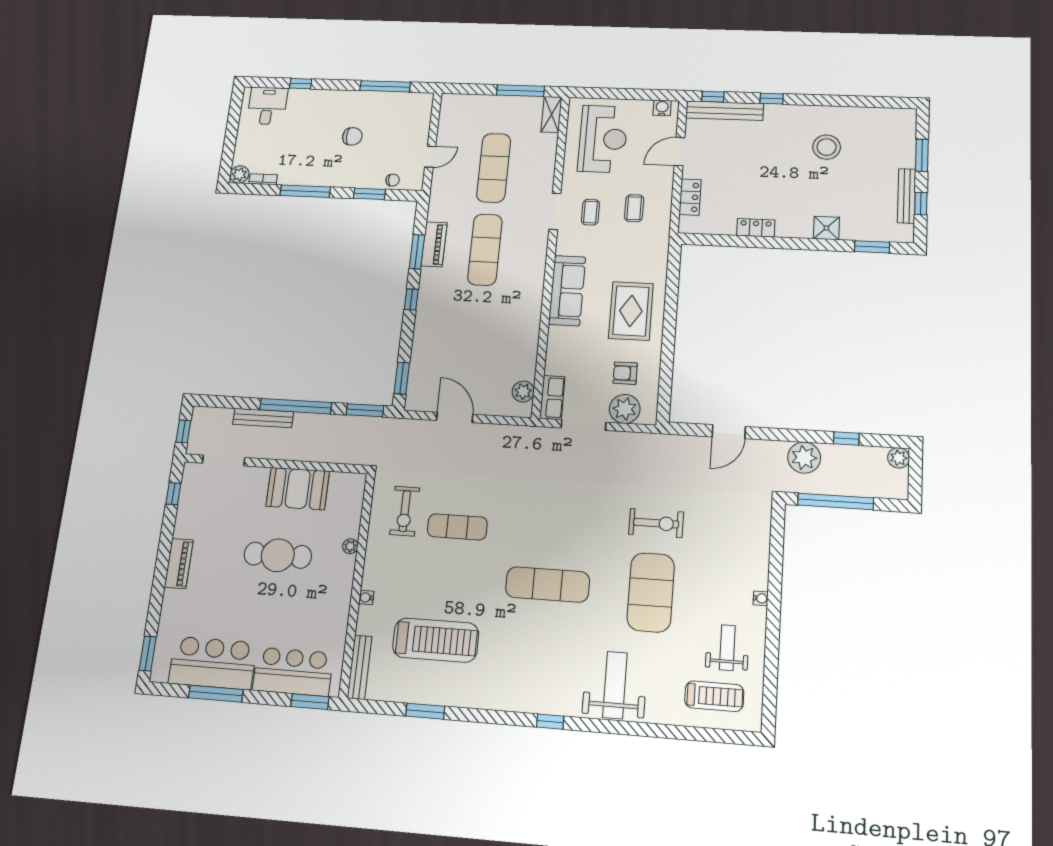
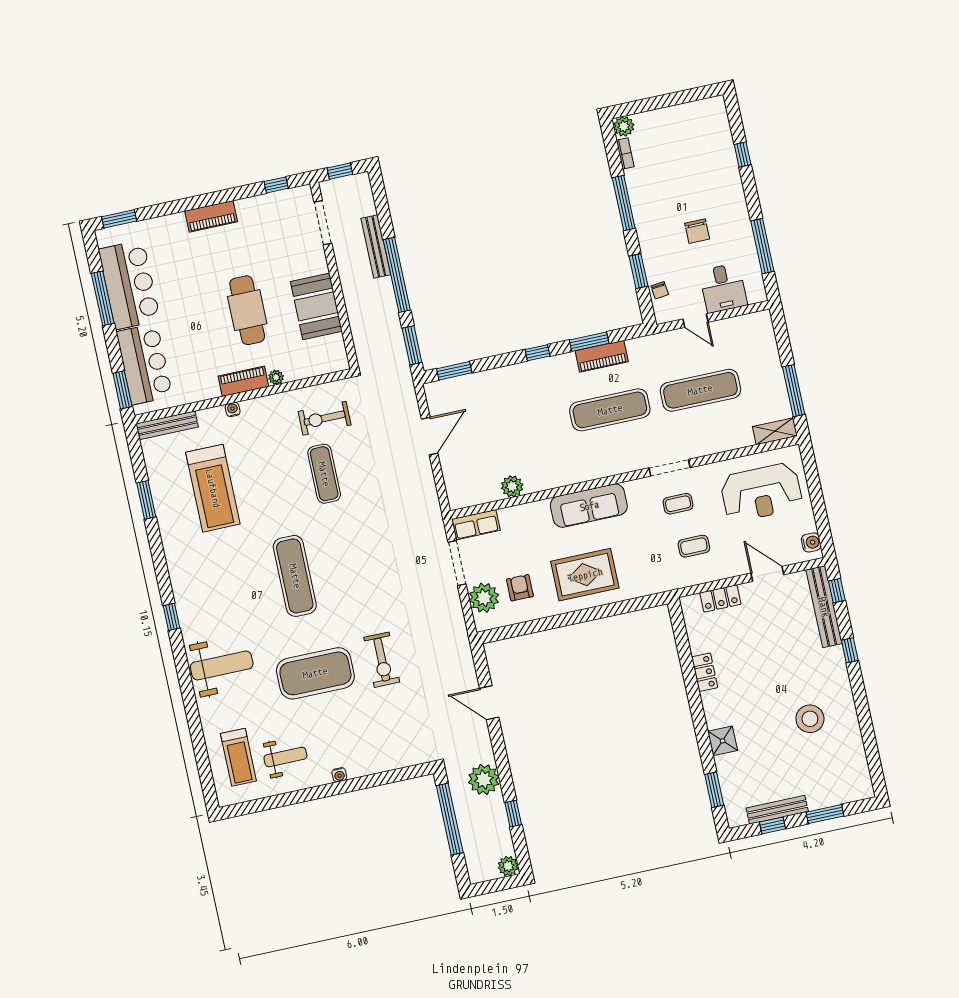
desk: (267, 106) -> (723, 288), moved, turned 90
plant: (523, 392) -> (512, 486), moved
piano: (343, 579) -> (243, 381), added

